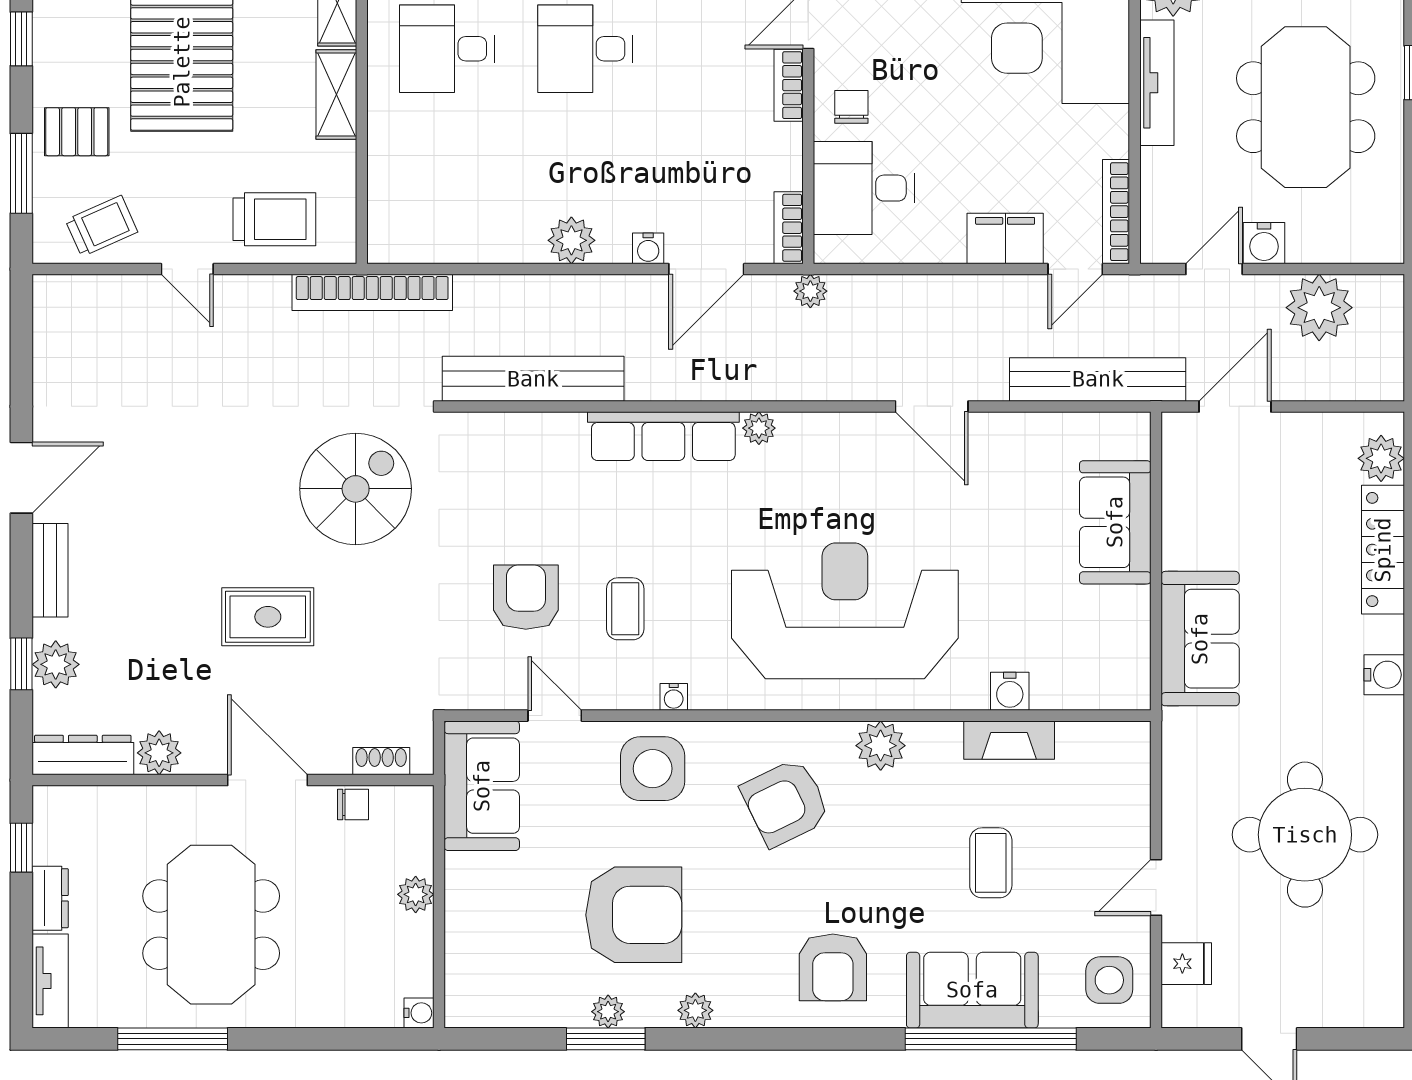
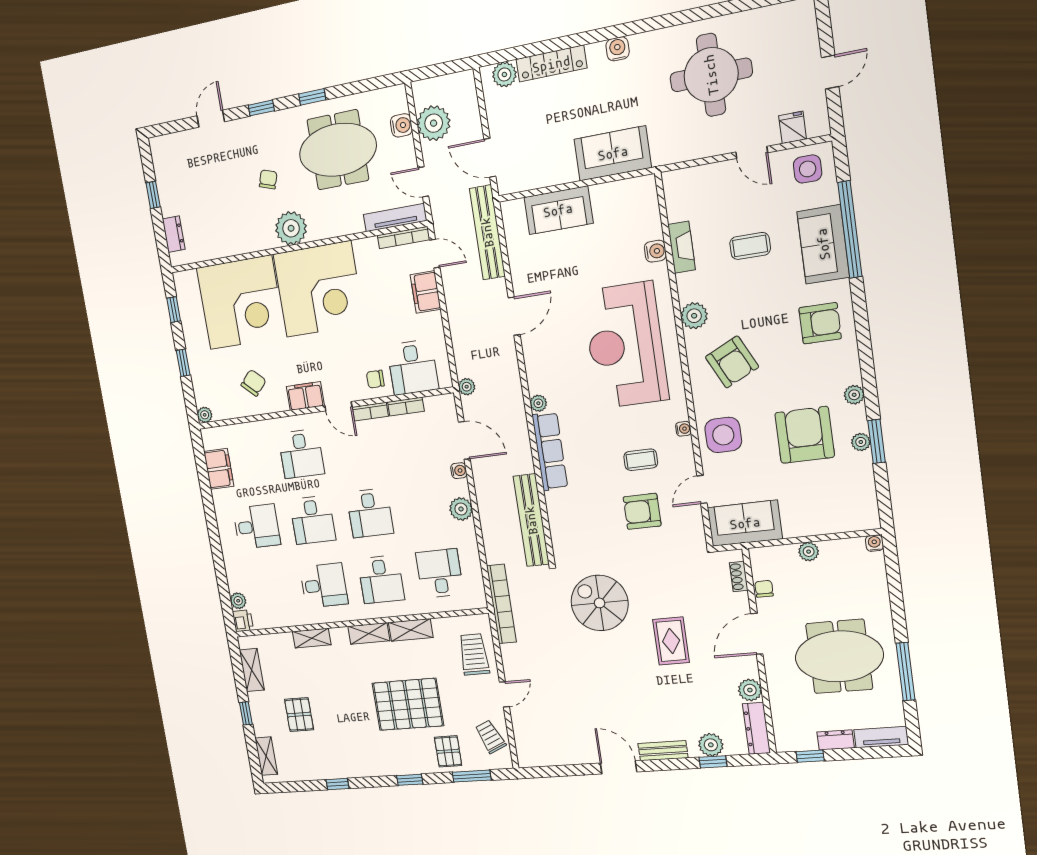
tv unit: (1157, 83) -> (395, 218), moved
desk: (447, 175) -> (440, 573), added
bookcase: (789, 228) -> (406, 407), moved
water cooler: (1264, 243) -> (401, 125), moved

